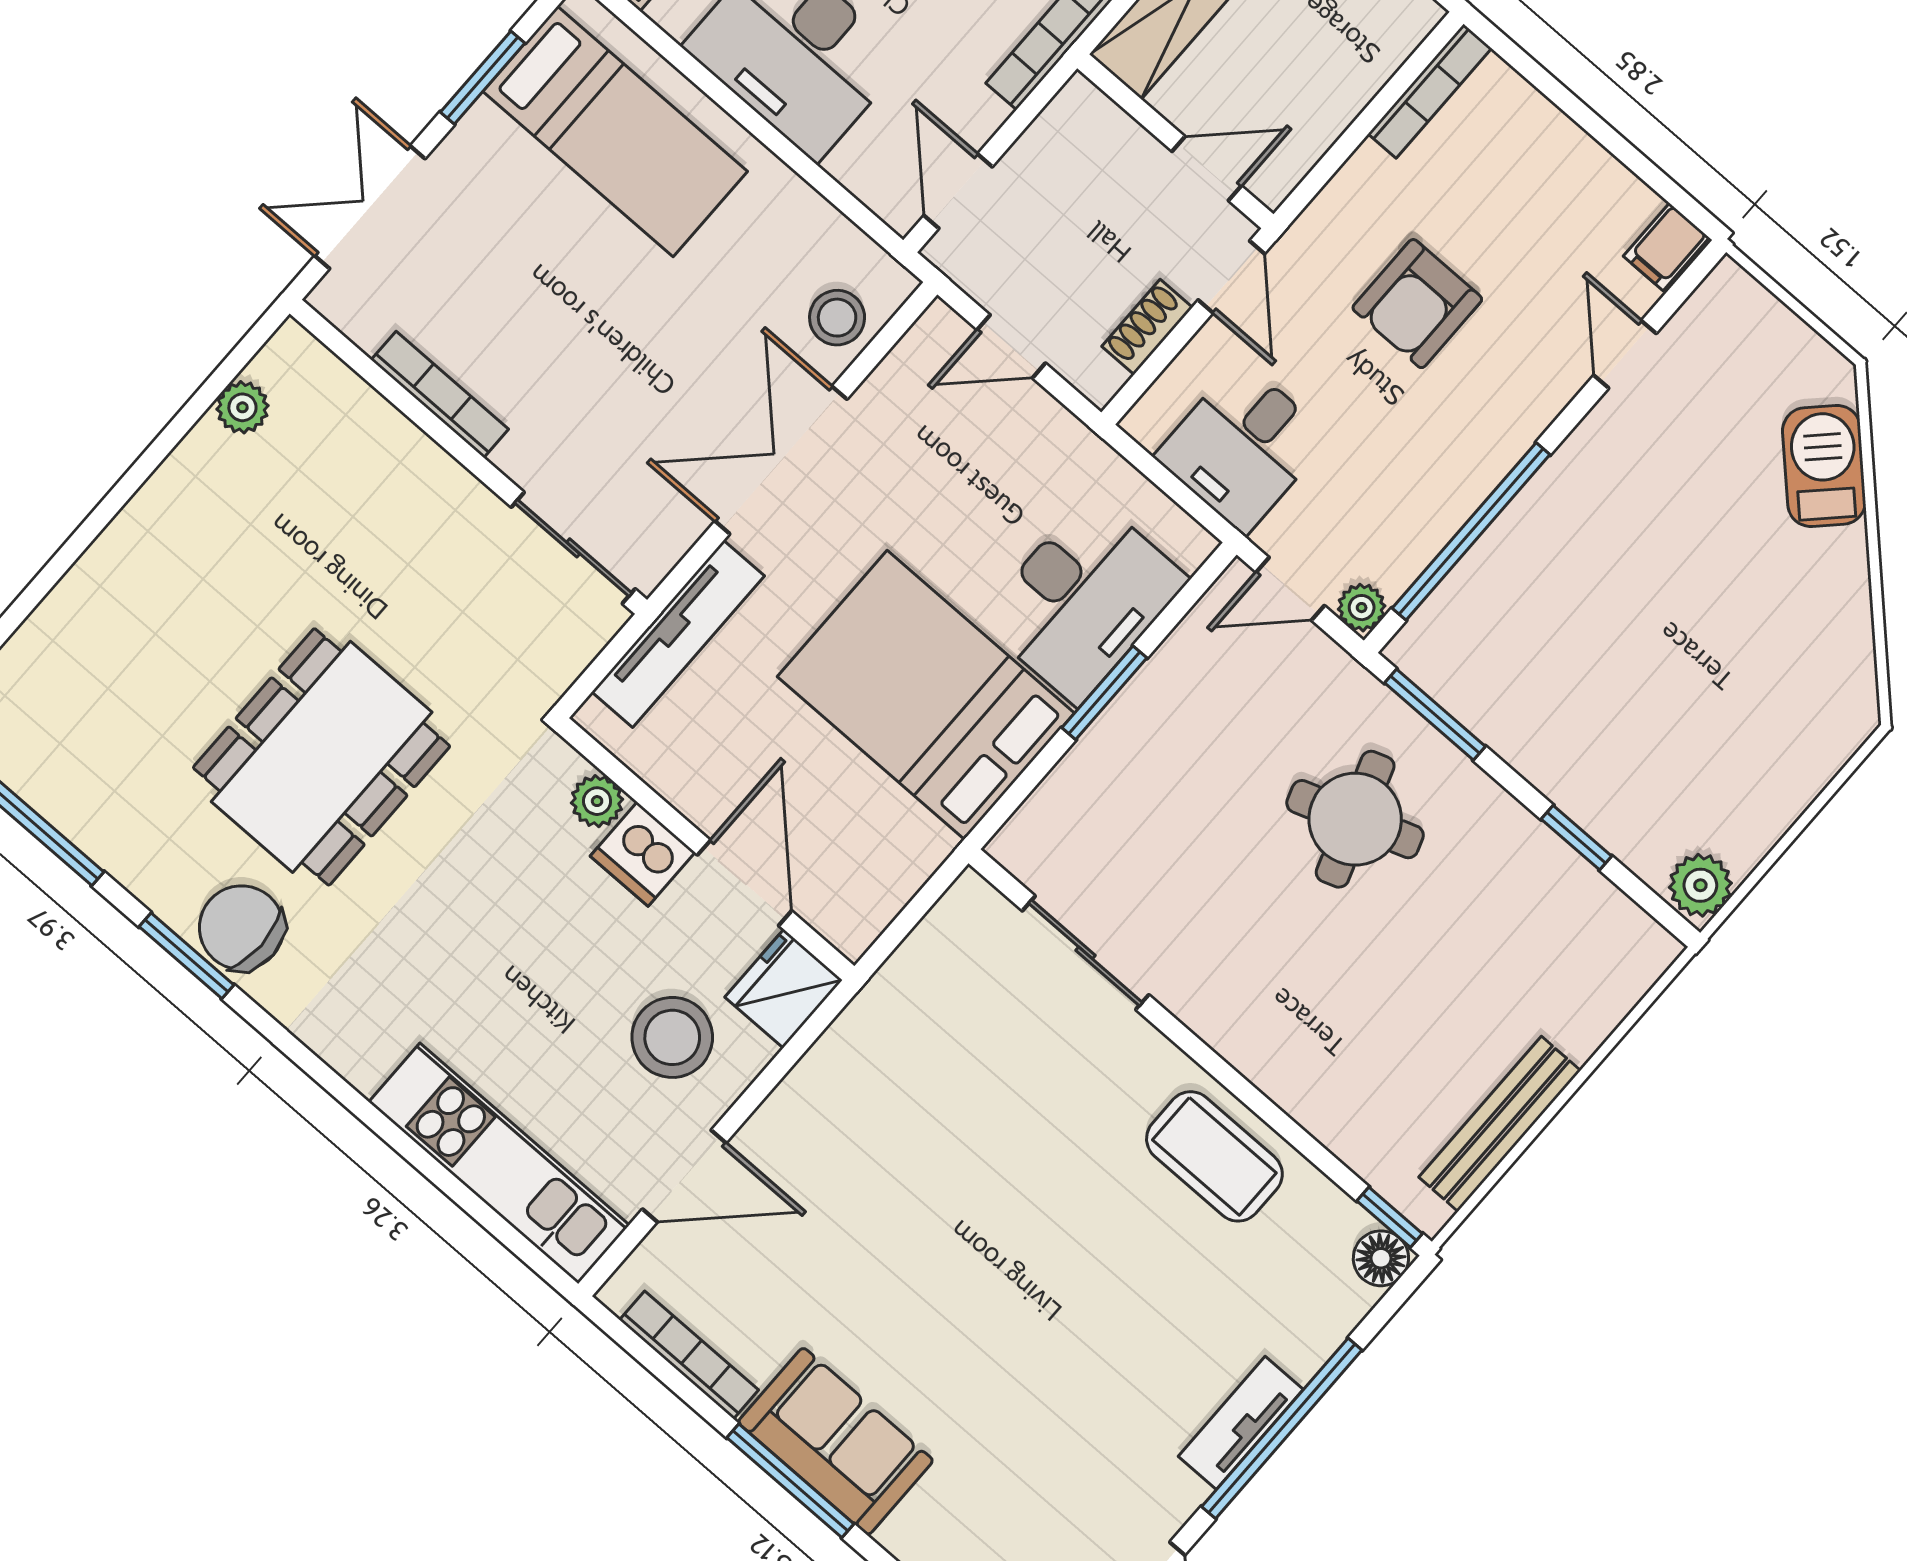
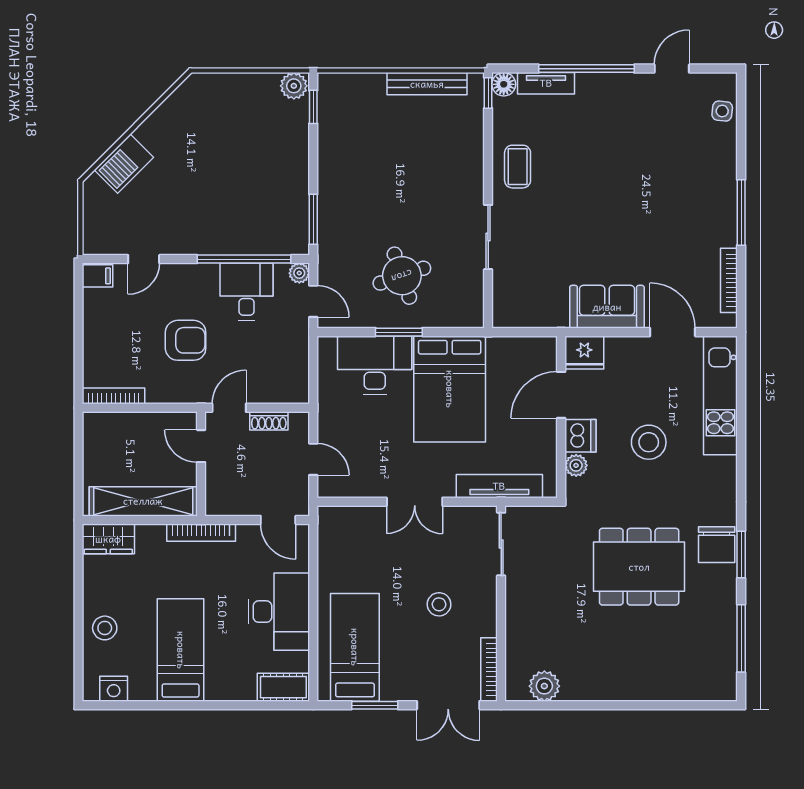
door: (958, 191) -> (278, 520), hinge flipped
stool: (837, 318) -> (439, 604), moved
bookcase: (440, 394) -> (489, 669), moved
plant: (242, 407) -> (544, 686), width x1.38, depth x1.38
desk: (1242, 447) -> (246, 291), moved, turned -90
double door: (781, 460) -> (415, 502), width x0.73
round table: (1355, 819) -> (402, 276), moved
window: (1576, 838) -> (313, 107), moved
sliding door: (1086, 953) -> (488, 237), moved
stool: (672, 1037) -> (649, 442), moved
coffee table: (1214, 1156) -> (518, 167), width x0.73, depth x0.77
tv unit: (1241, 1423) -> (546, 83), moved
sofa: (836, 1441) -> (607, 307), moved, turned 90

